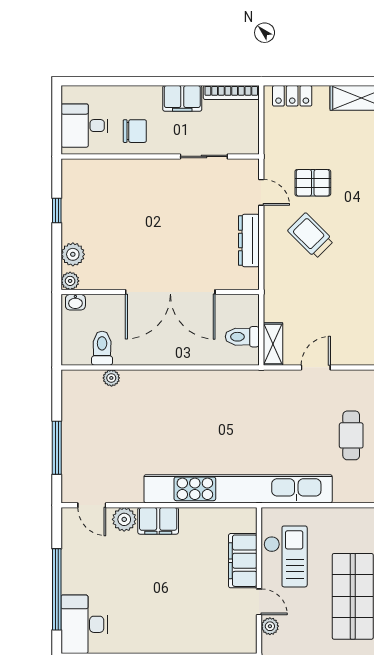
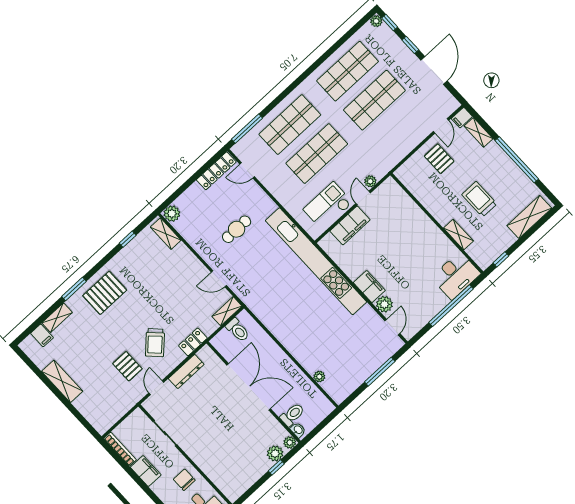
locker: (292, 96) -> (193, 342), moved, turned -90
window: (57, 210) -> (276, 467), moved
toilet: (102, 348) -> (292, 415), moved, turned 180

